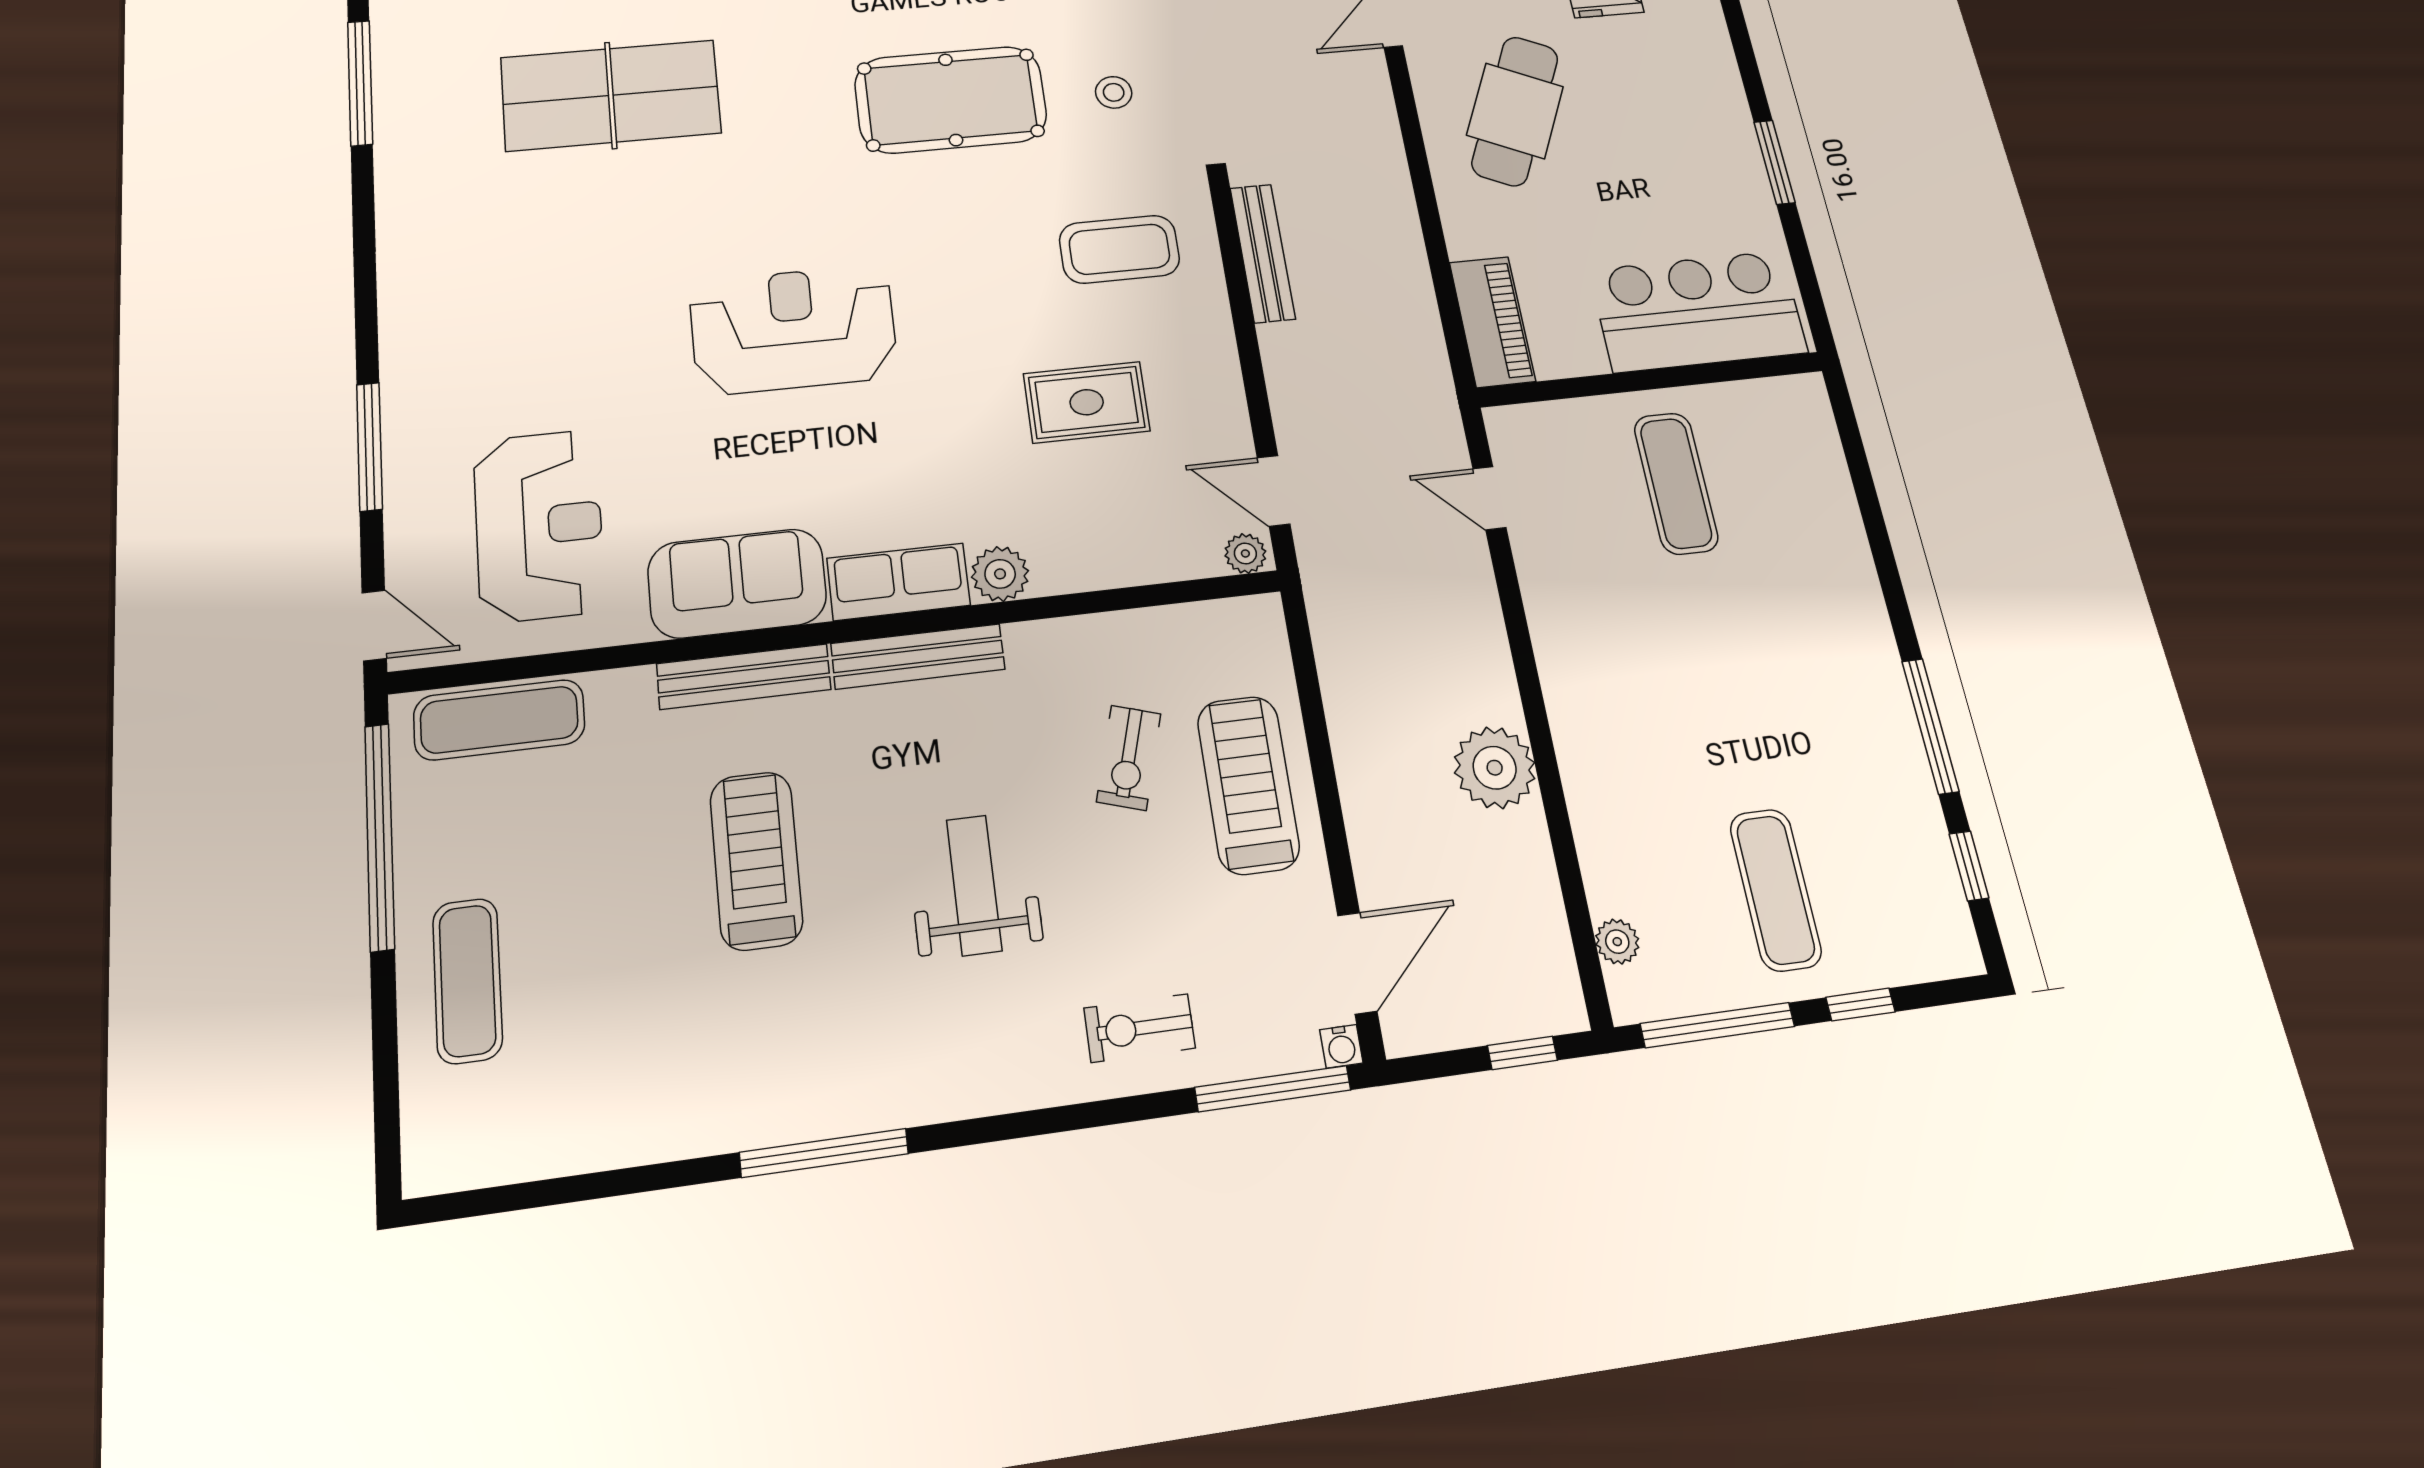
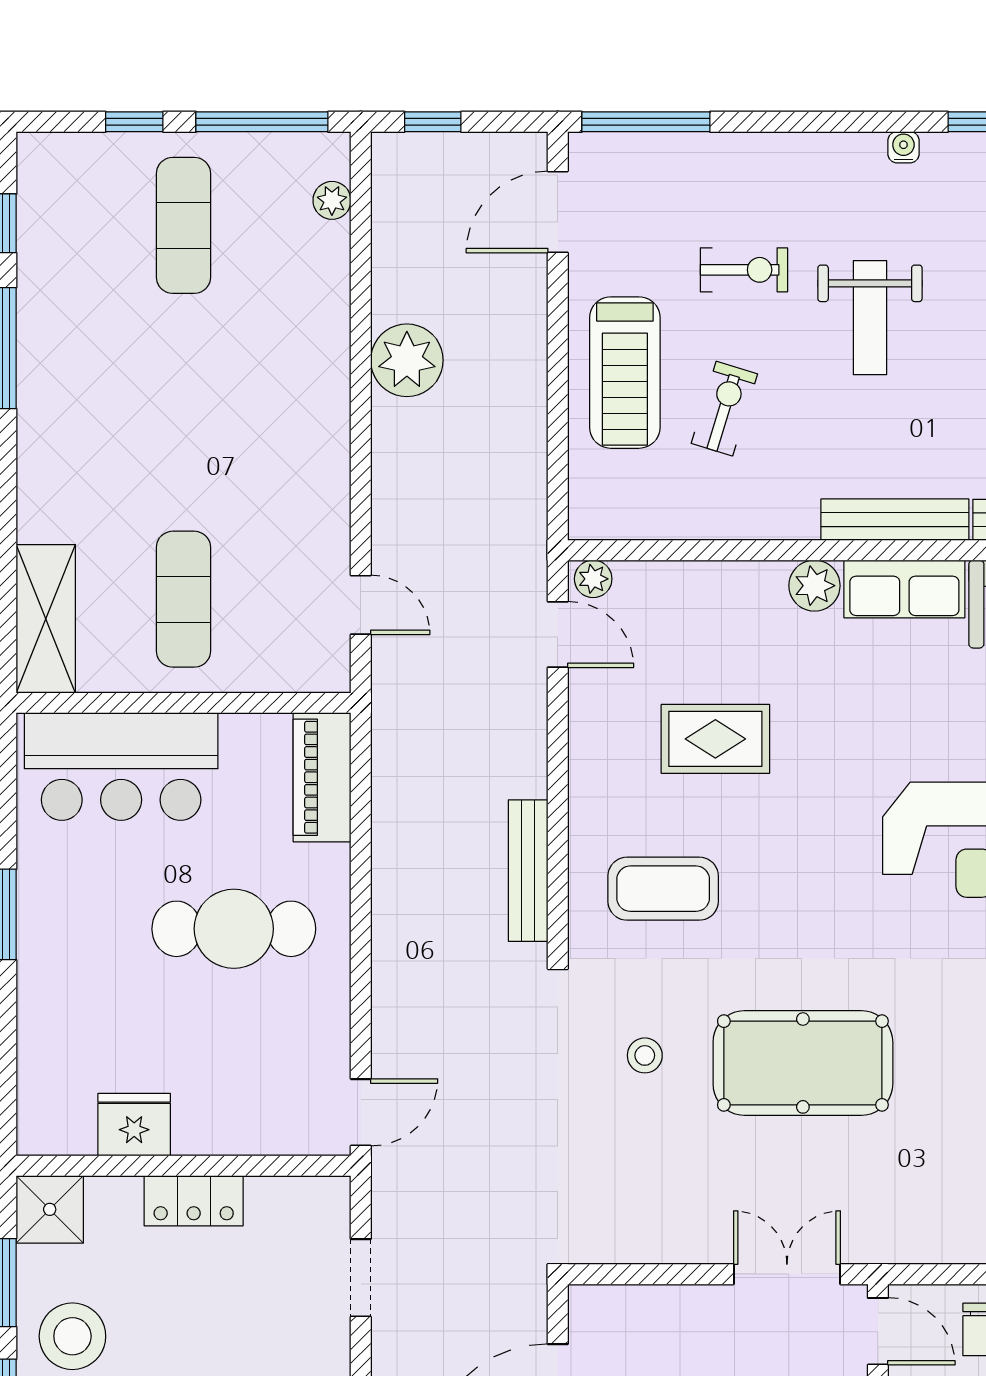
cafe table: (1515, 111) -> (234, 929), moved, turned 65
shelving: (1812, 448) -> (46, 619), added
exercise bike: (1140, 1028) -> (744, 270), moved
water cooler: (1341, 1046) -> (903, 147), moved

